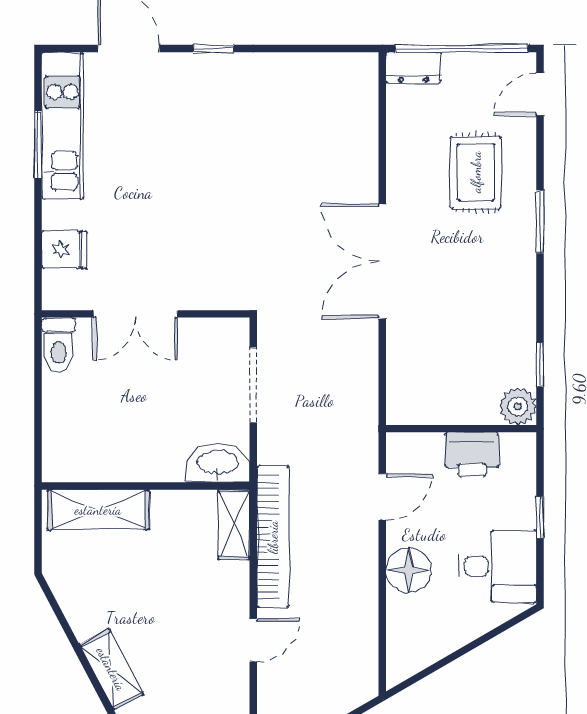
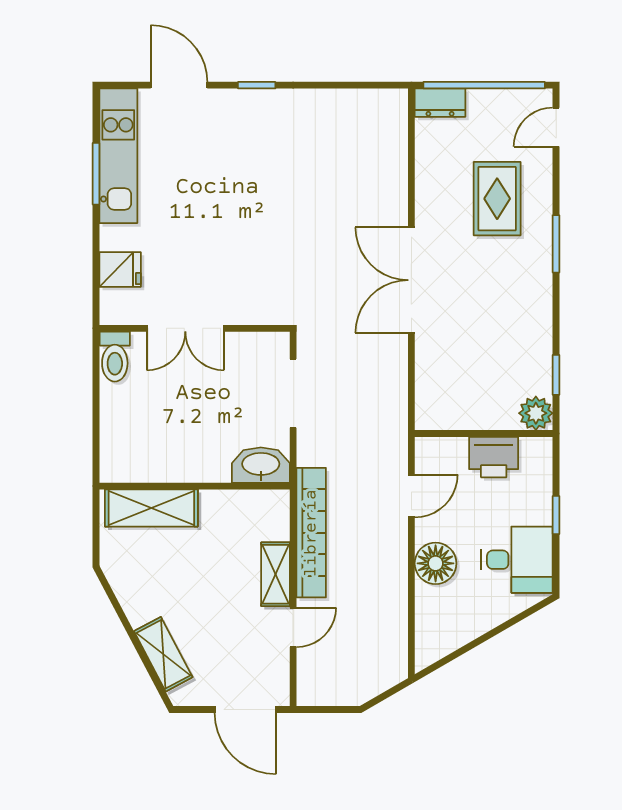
shelving: (234, 524) -> (276, 574), moved

